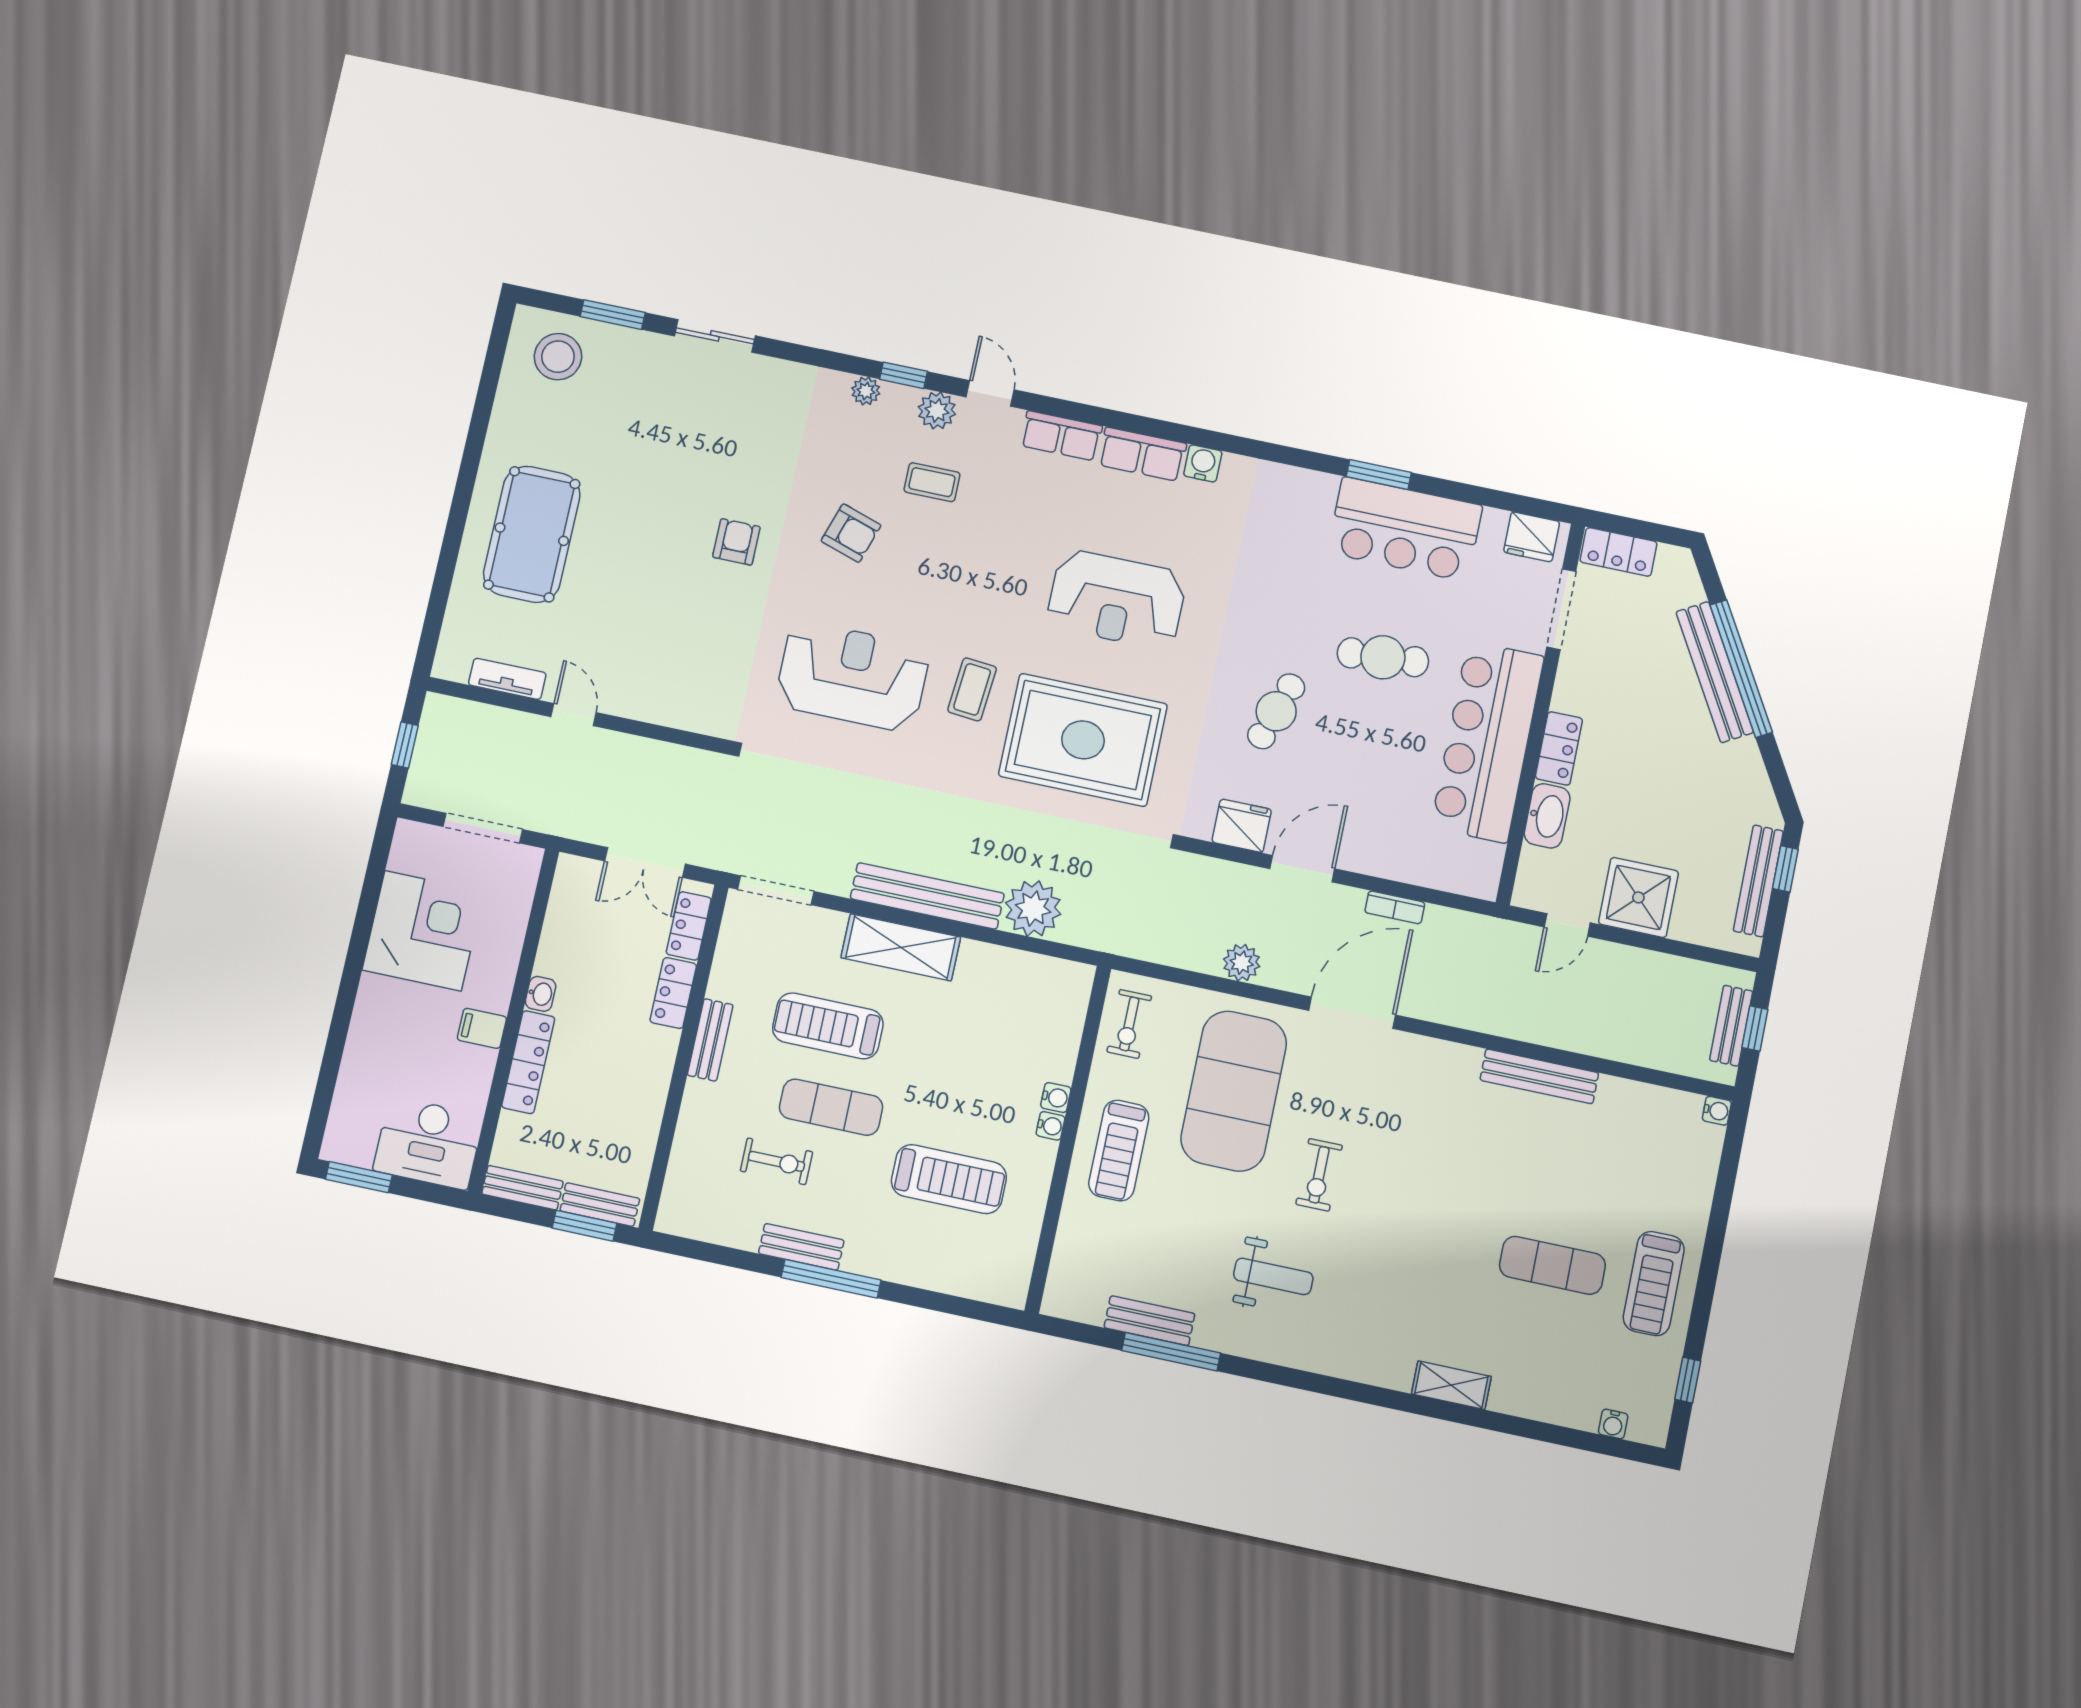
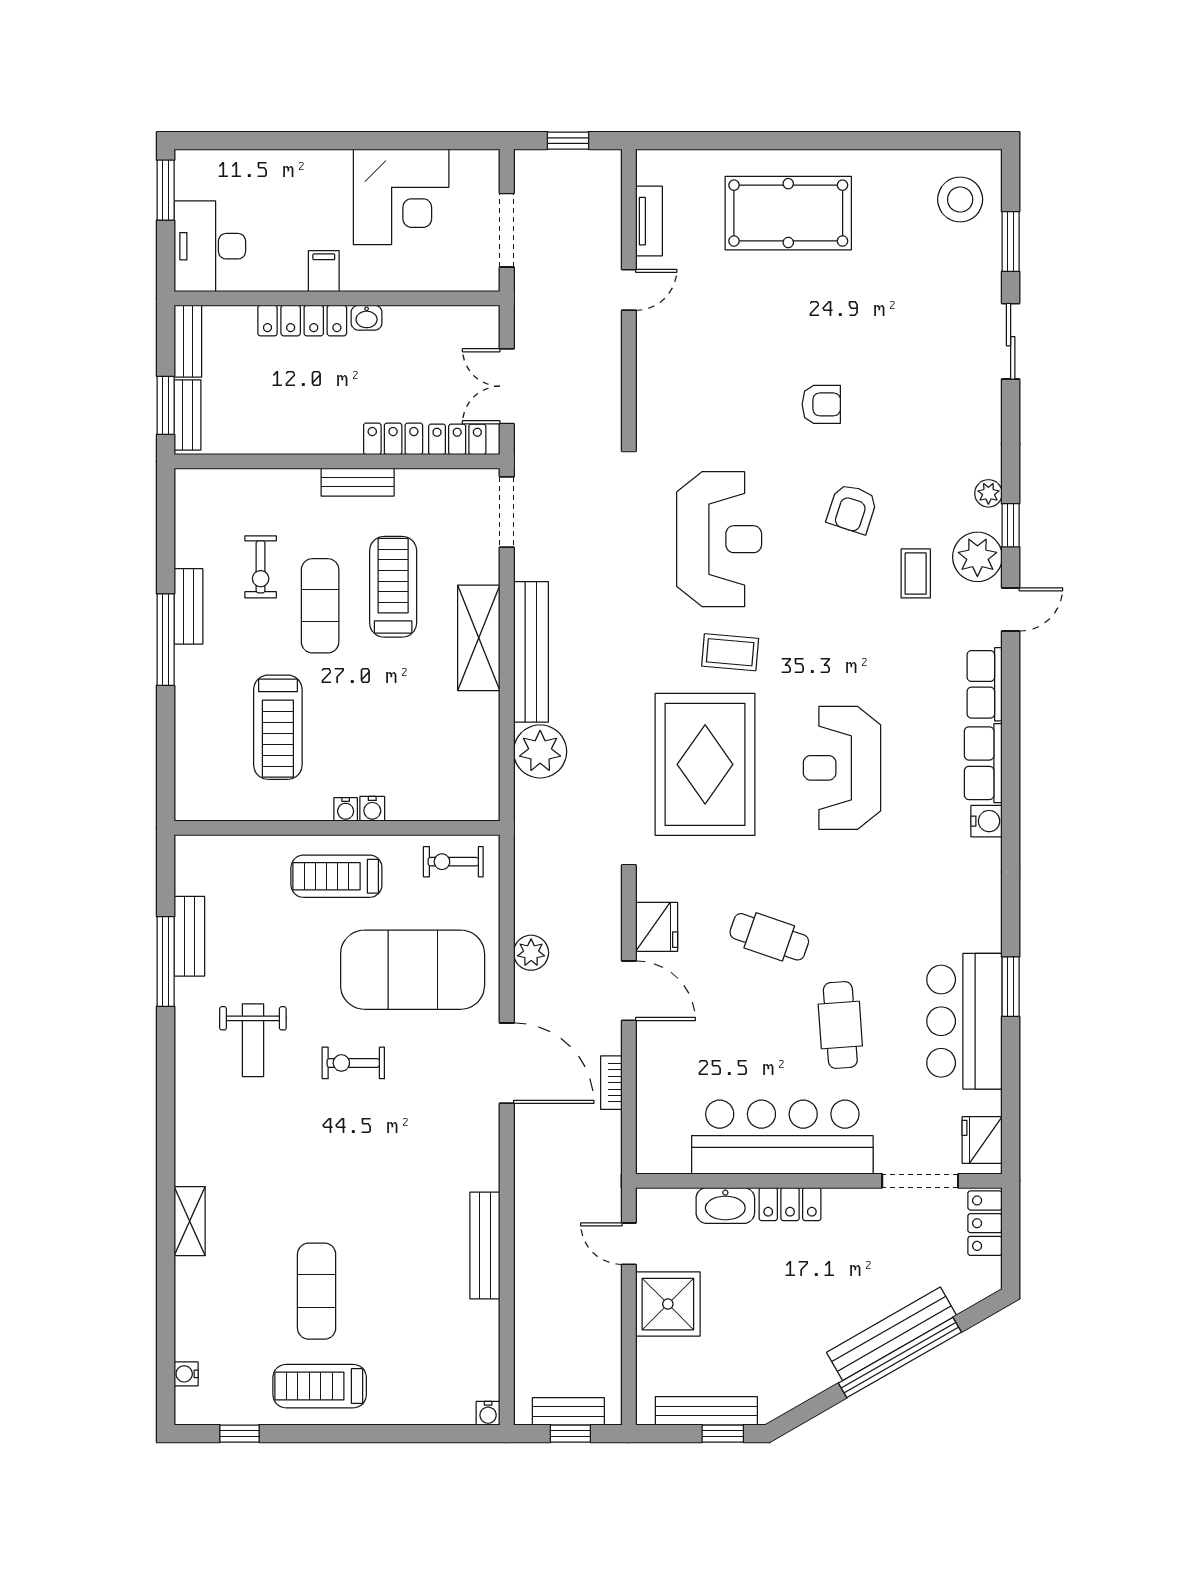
plant: (937, 411) -> (977, 557), width x1.36, depth x1.36

